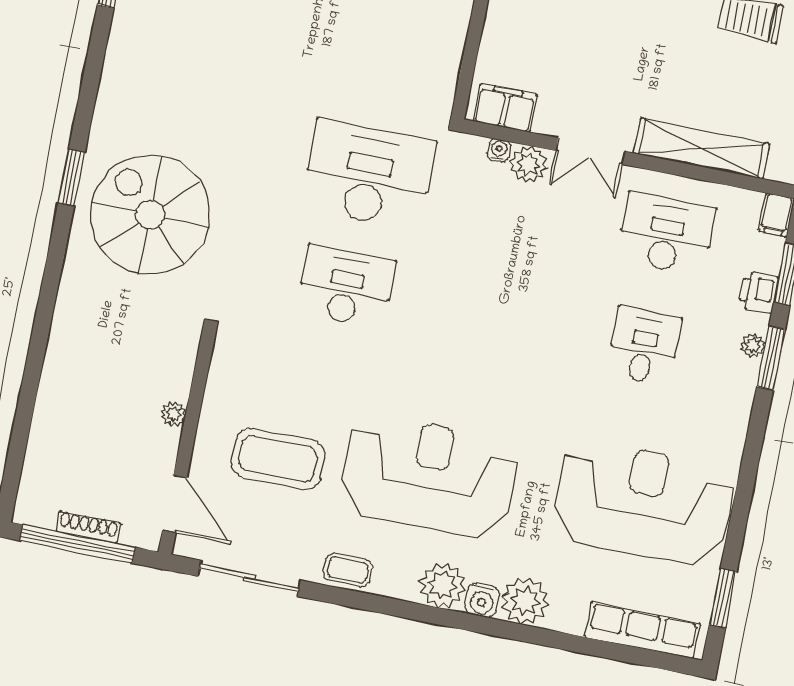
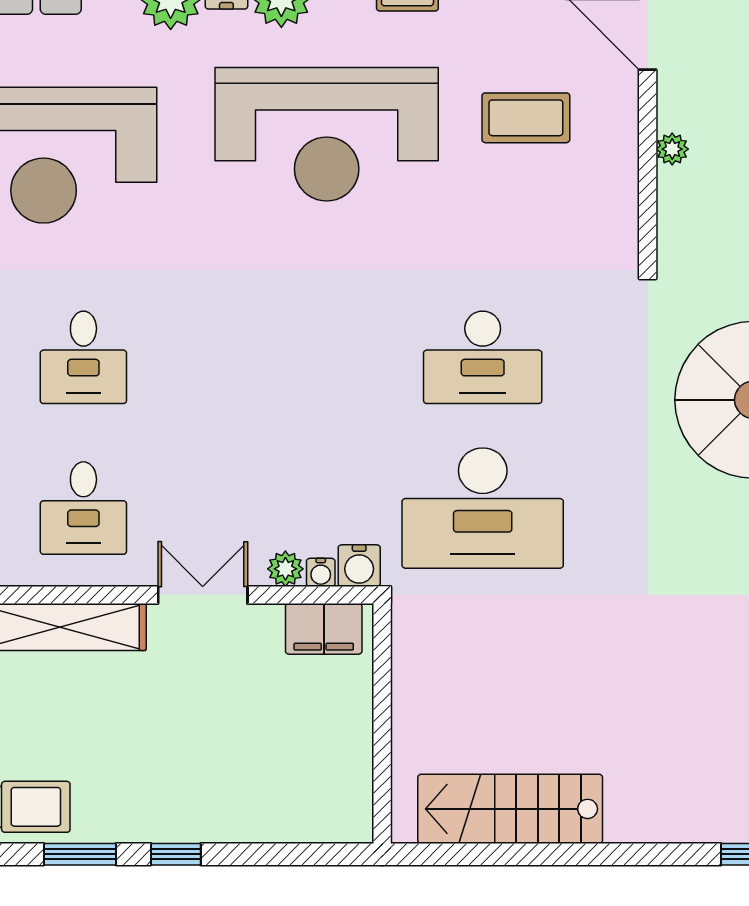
water cooler: (469, 150) -> (359, 566), added
plant: (529, 164) -> (285, 569), width x0.73, depth x0.73
desk: (666, 234) -> (83, 508), width x0.73
coffee table: (278, 459) -> (526, 118), width x0.73, depth x0.76

